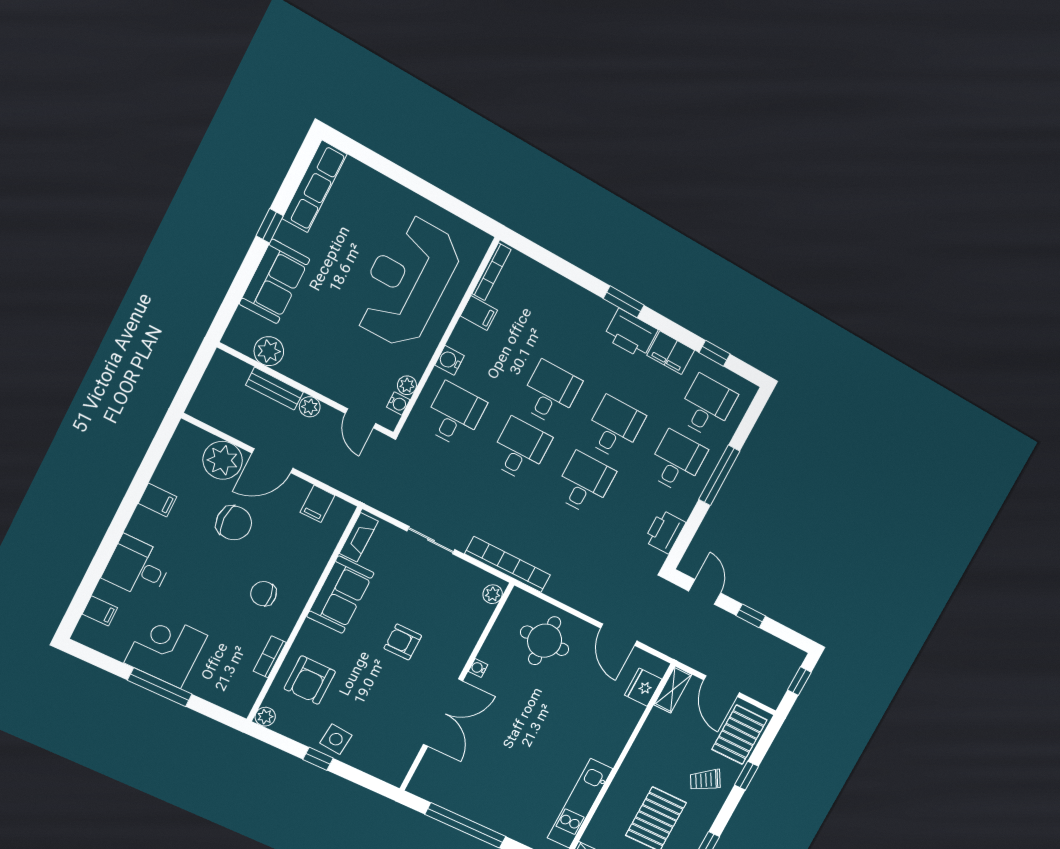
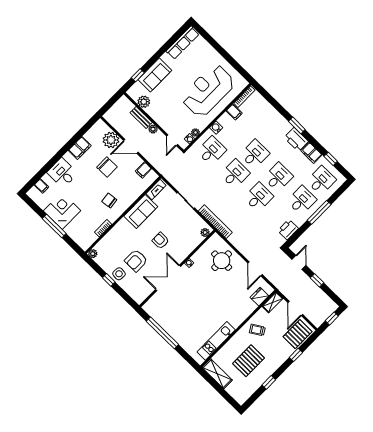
window: (270, 226) -> (138, 75), moved
filing cabinet: (158, 500) -> (80, 148), width x2.00
armchair: (310, 680) -> (136, 261), moved
double door: (443, 713) -> (168, 278), swing flipped
trolley: (705, 780) -> (257, 330), moved

